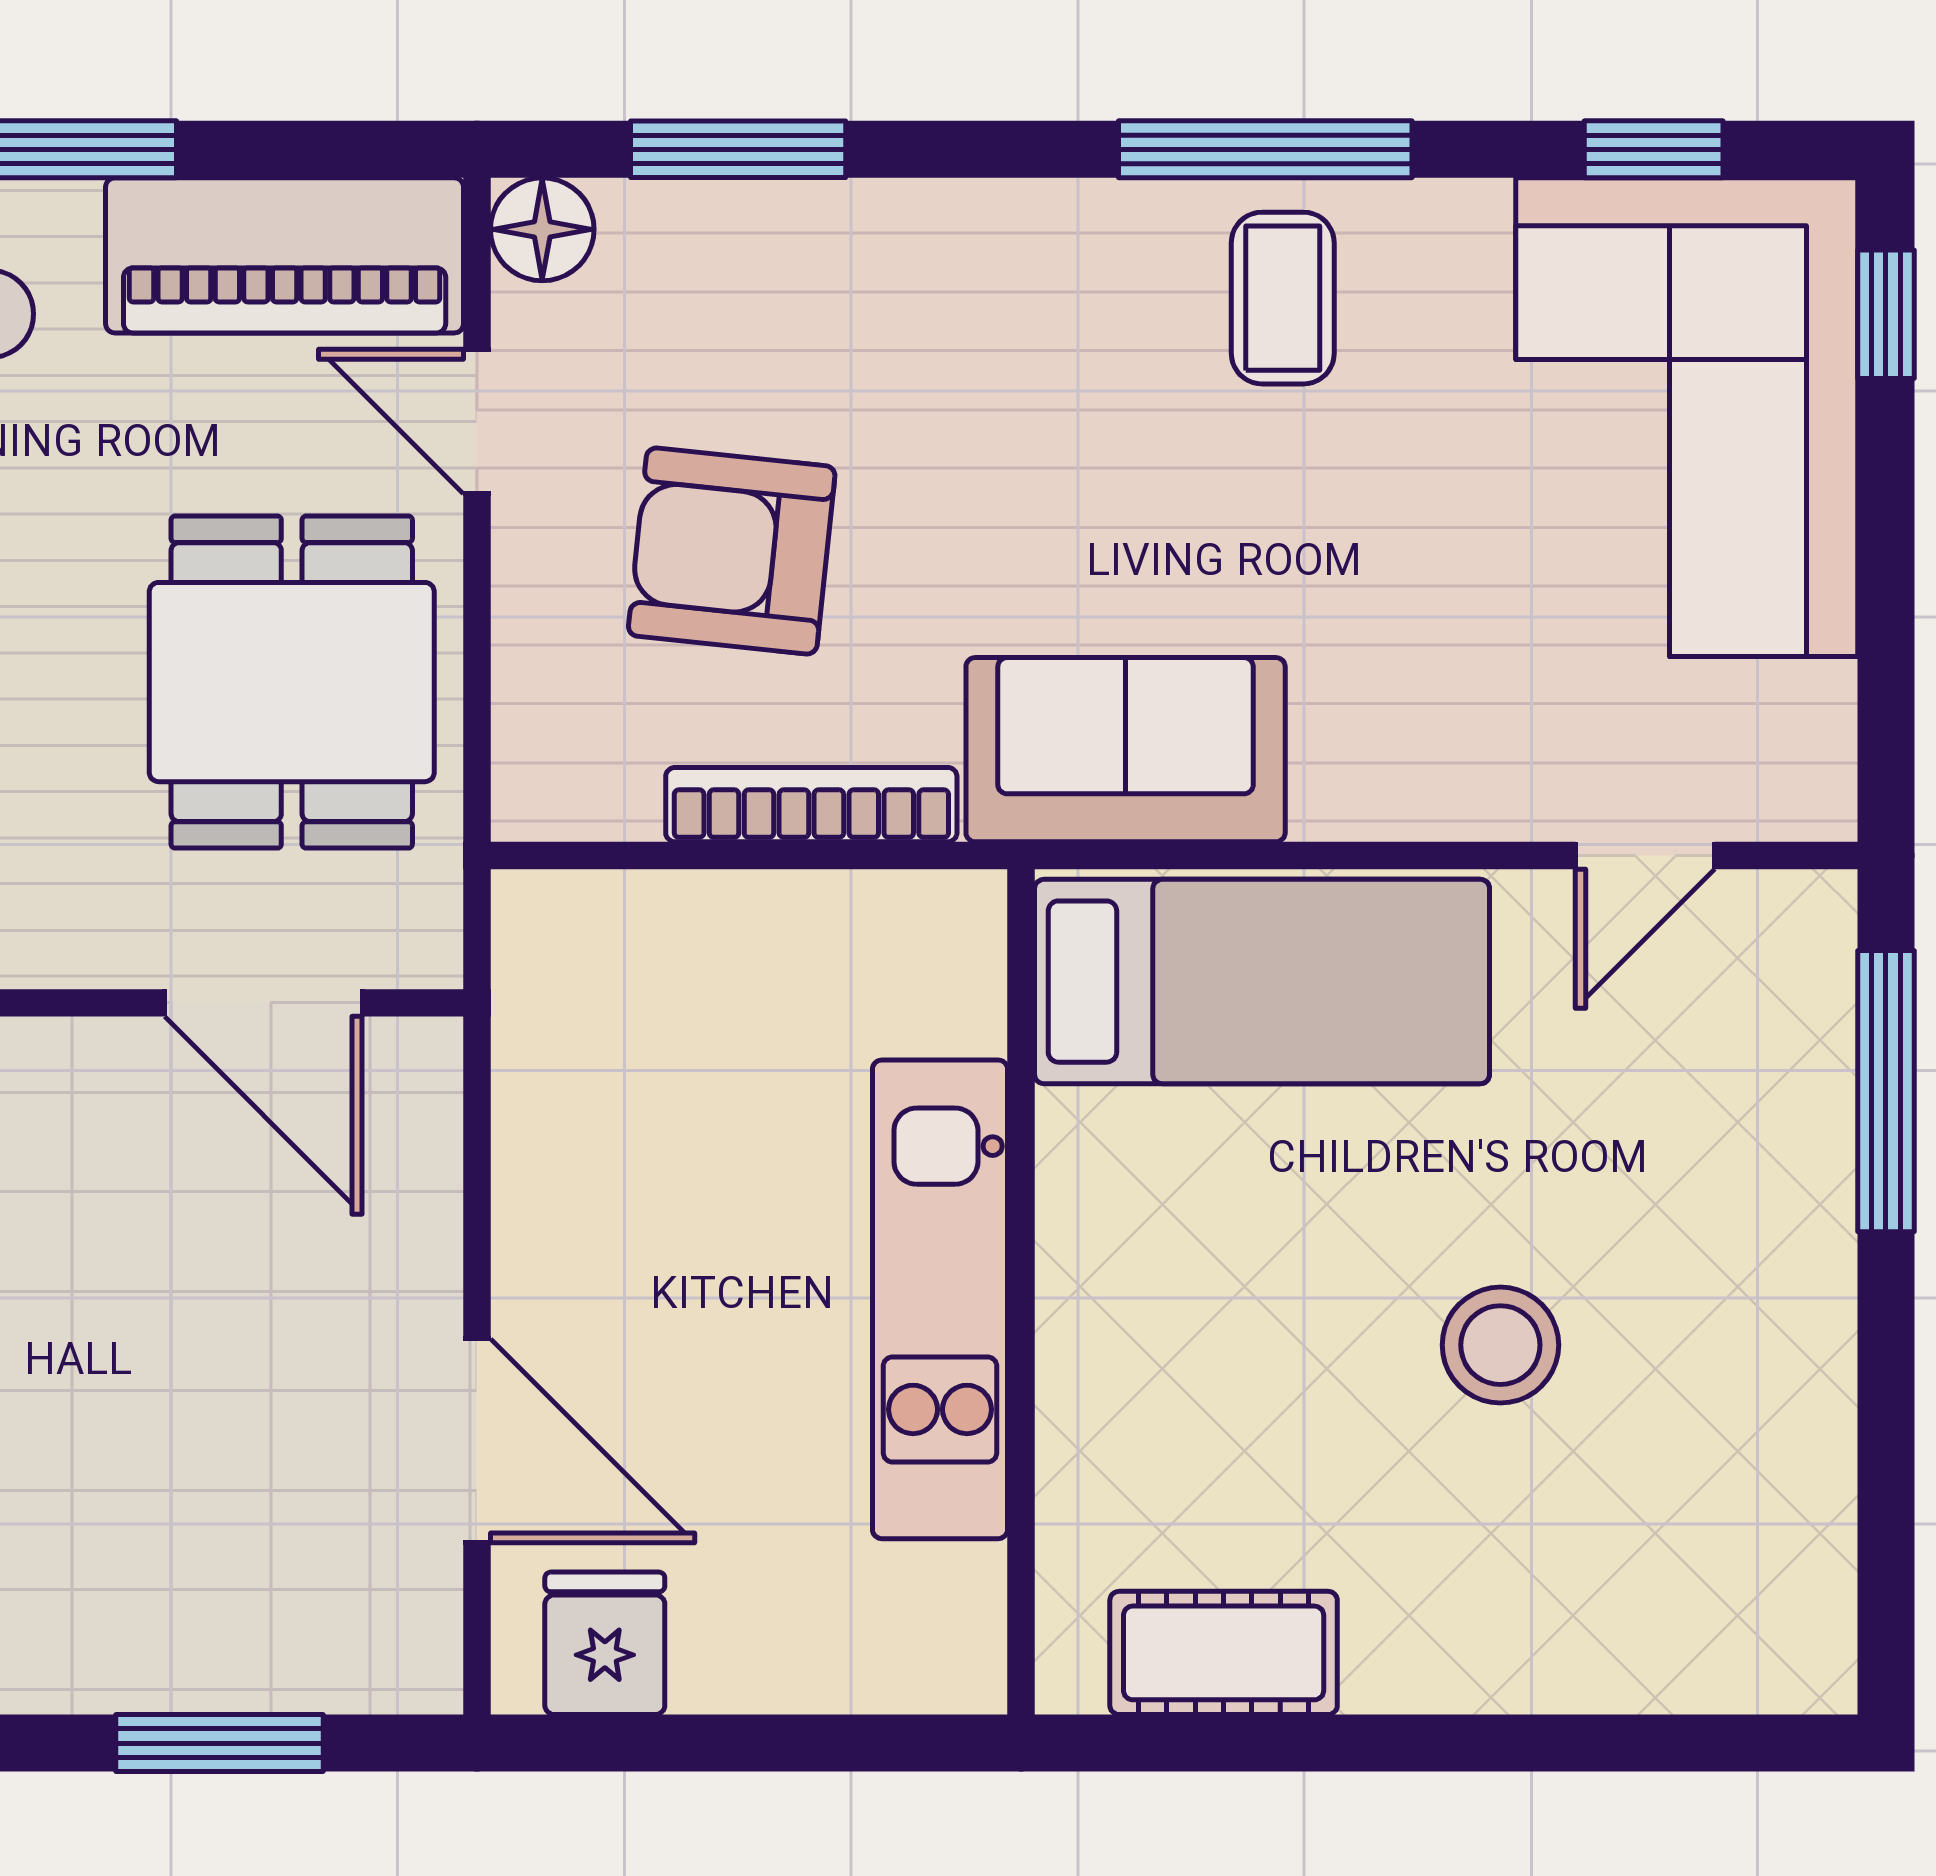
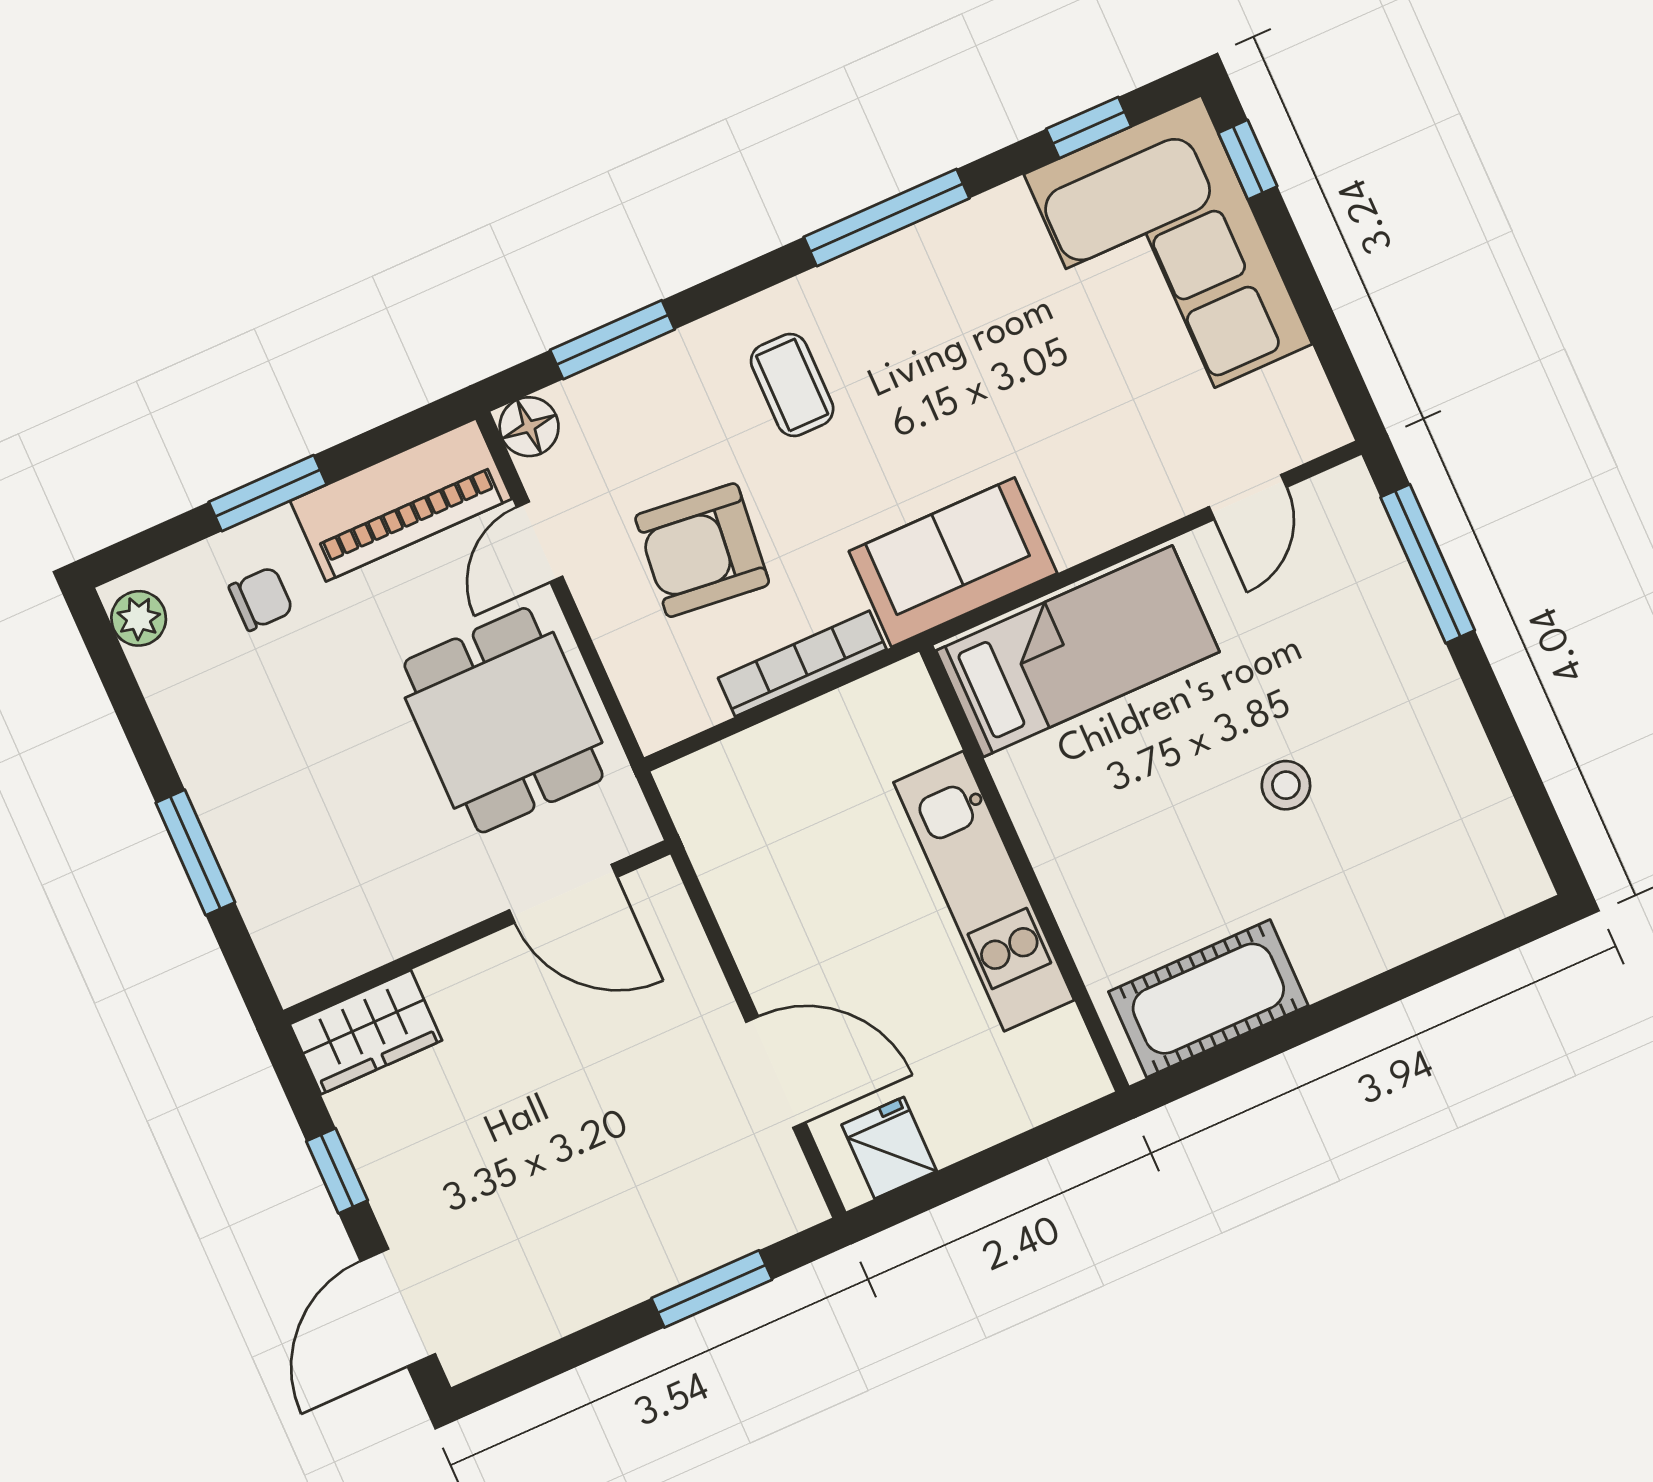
coffee table: (1283, 298) -> (792, 385), moved
door: (477, 422) -> (540, 542), hinge flipped
stool: (1500, 1345) -> (1286, 785), width x0.73, depth x0.73
cot: (1224, 1653) -> (1208, 999), width x1.37, depth x1.34

